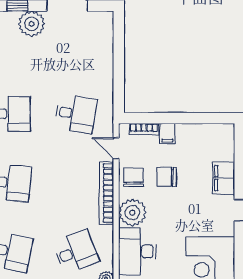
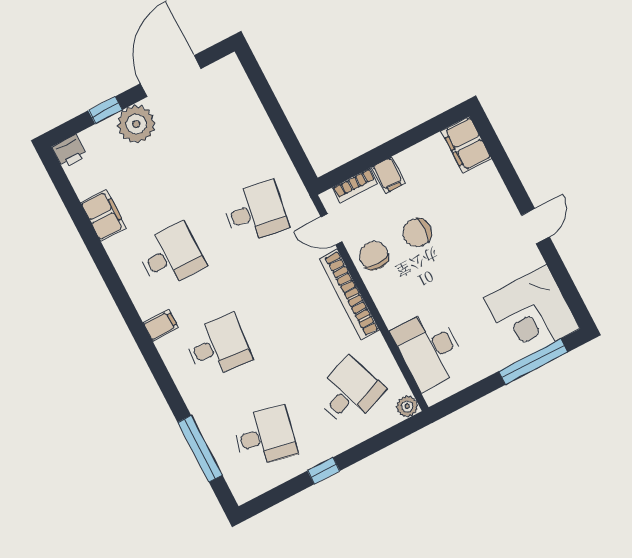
filing cabinet: (224, 178) -> (466, 145), moved
plant: (132, 213) -> (397, 302), removed

